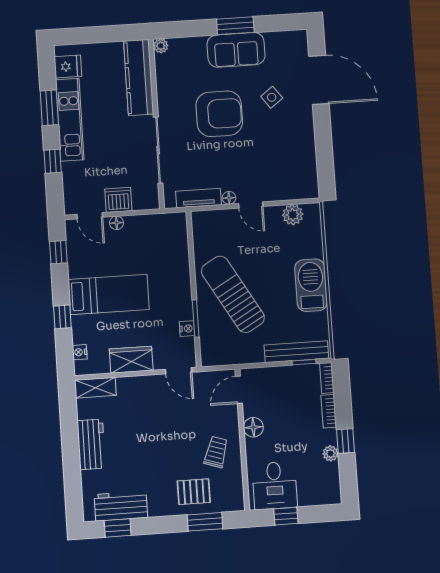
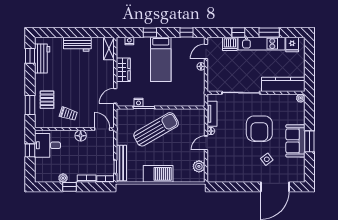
dishwasher: (118, 200) -> (230, 44), moved, turned 90

